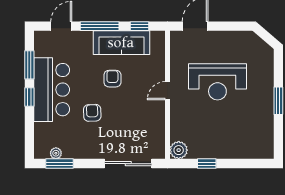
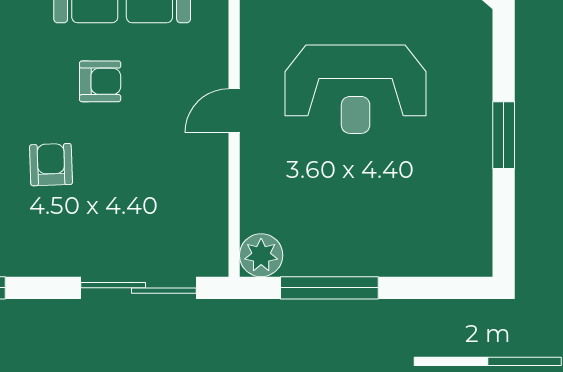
armchair: (112, 79) -> (100, 81), turned 90
window: (207, 164) -> (329, 288), width x2.17

